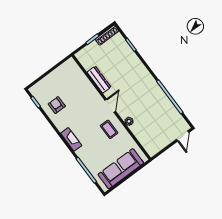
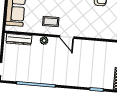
dresser: (99, 80) -> (19, 39), moved

